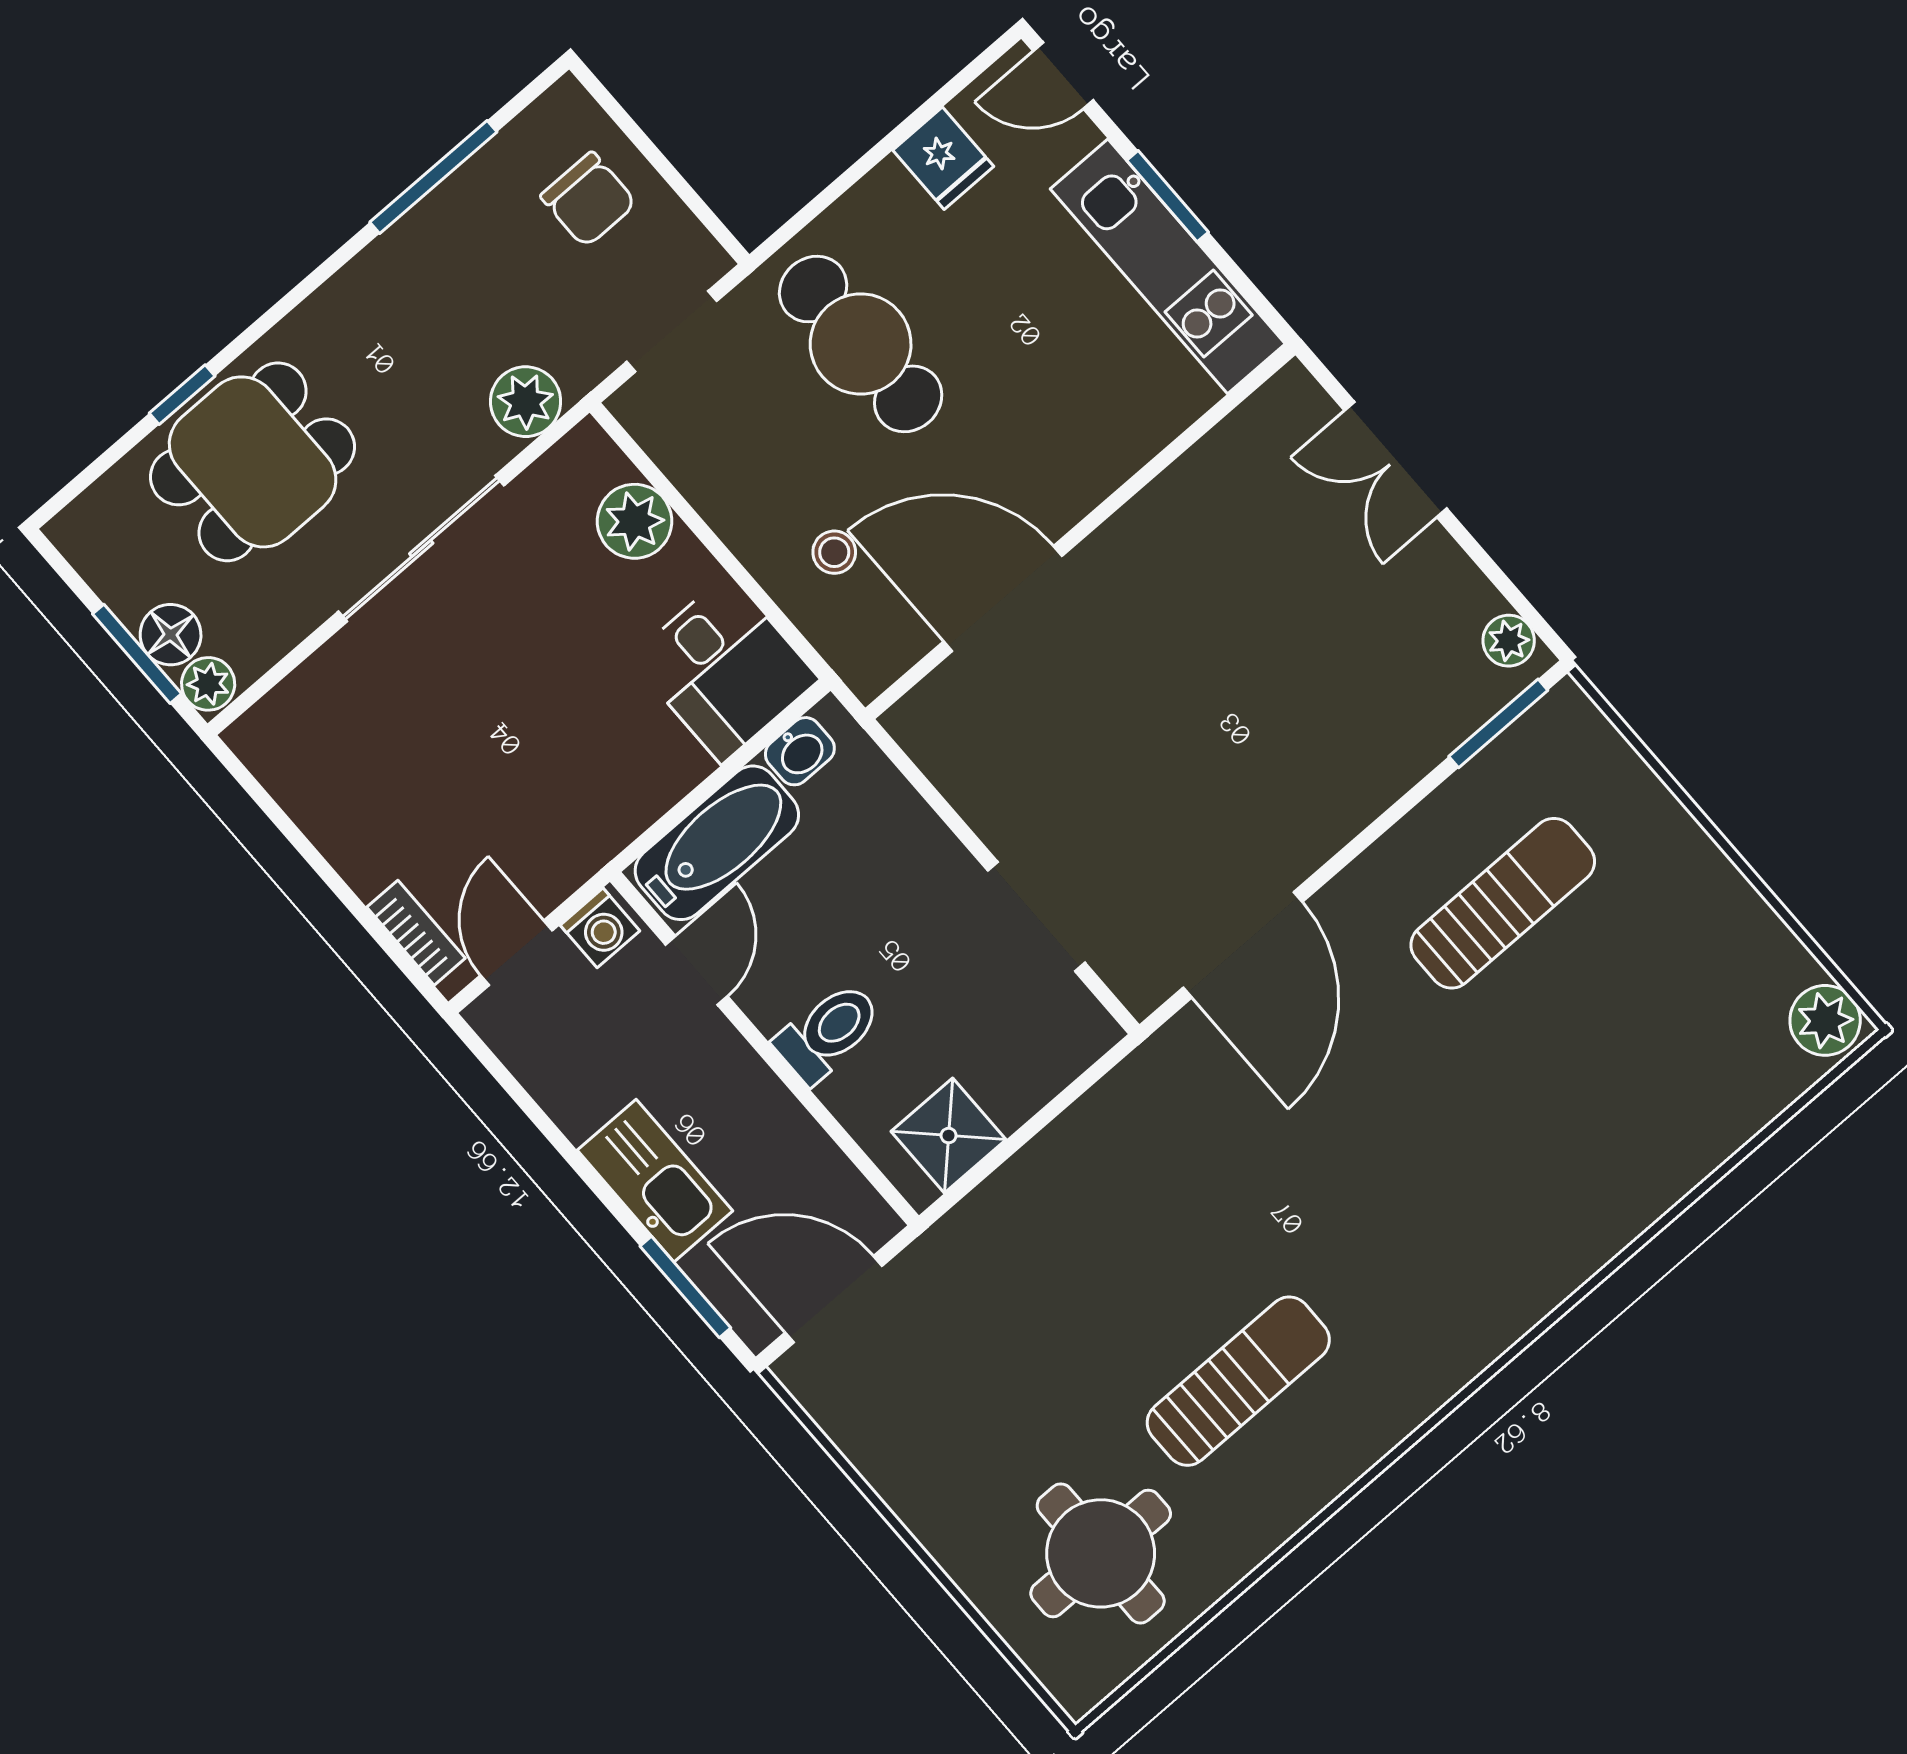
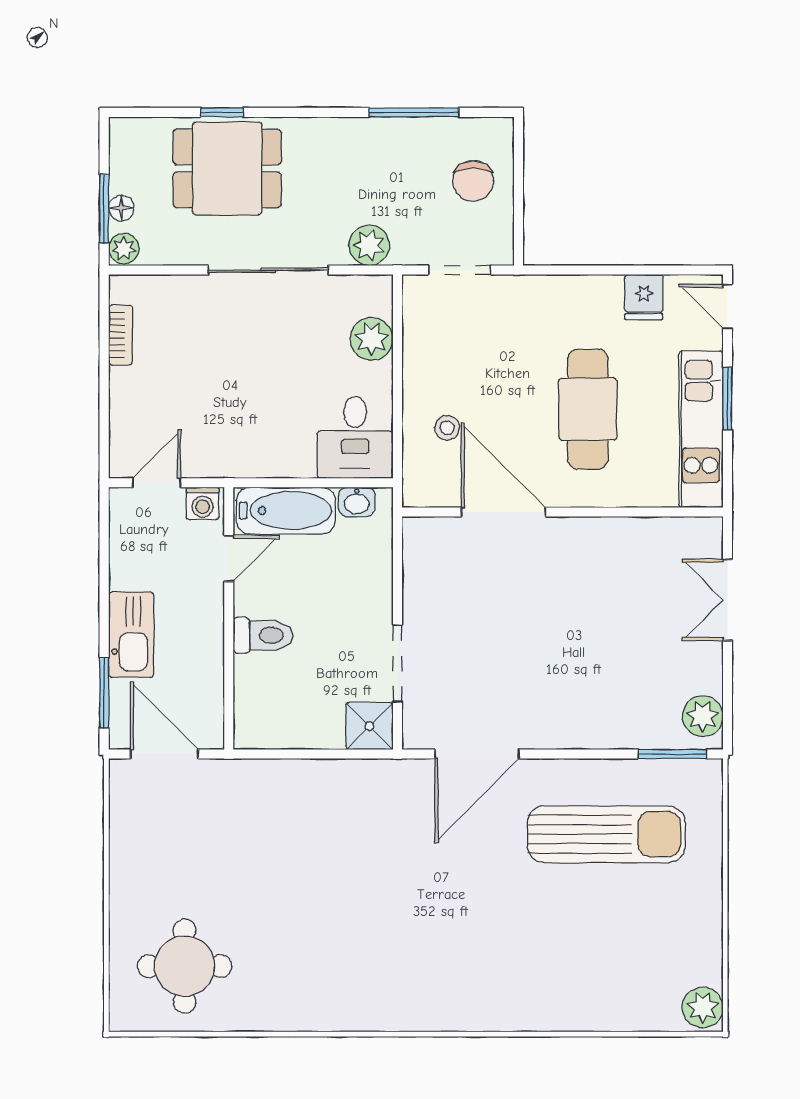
cafe table: (861, 344) -> (588, 409), moved
floor lamp: (171, 635) -> (121, 208), width x0.73, depth x0.73
plant: (1509, 641) -> (703, 716), width x1.38, depth x1.38
sun lounger: (1503, 903) -> (606, 834), width x1.36, depth x1.34
bookcase: (416, 933) -> (120, 335), moved
shower: (949, 1136) -> (369, 726), moved
sun lounger: (1238, 1381) -> (310, 943), removed

